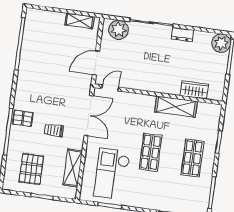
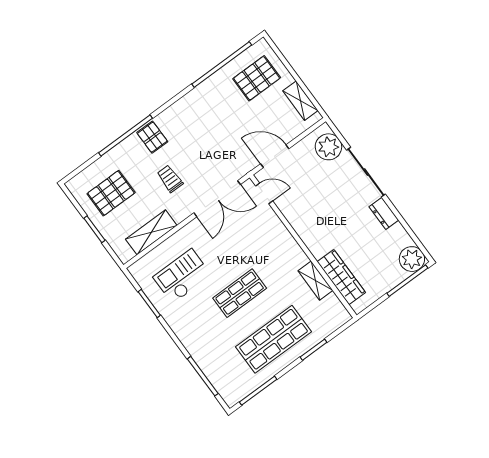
pallet: (45, 33) -> (257, 78), added
wardrobe: (194, 90) -> (341, 277), width x1.50
shelving: (176, 107) -> (315, 281), width x0.67, depth x0.75
shop shelf: (192, 158) -> (274, 339), width x1.43, depth x1.36
checkout: (112, 174) -> (182, 276), width x0.73, depth x0.83

